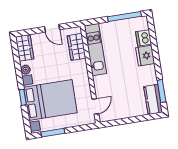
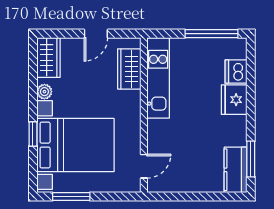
door: (52, 28) -> (96, 34), hinge flipped

